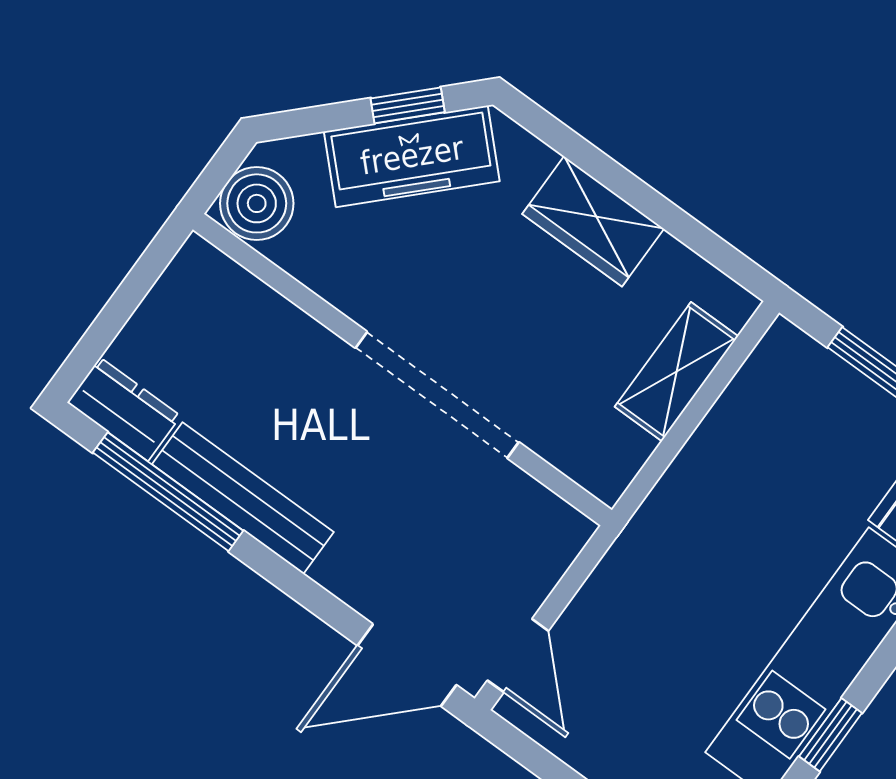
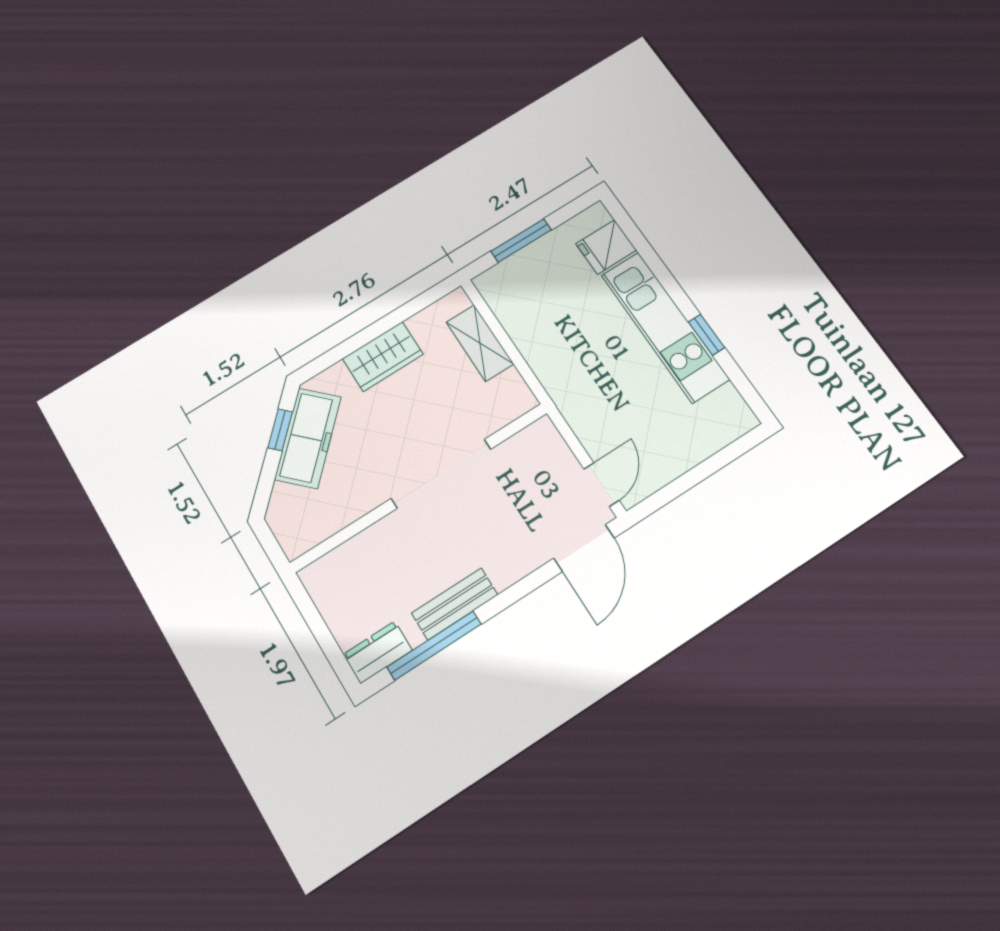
boiler: (257, 203) -> (297, 532), removed
bench: (243, 498) -> (455, 604), width x0.73
door: (518, 656) -> (601, 485), hinge flipped

